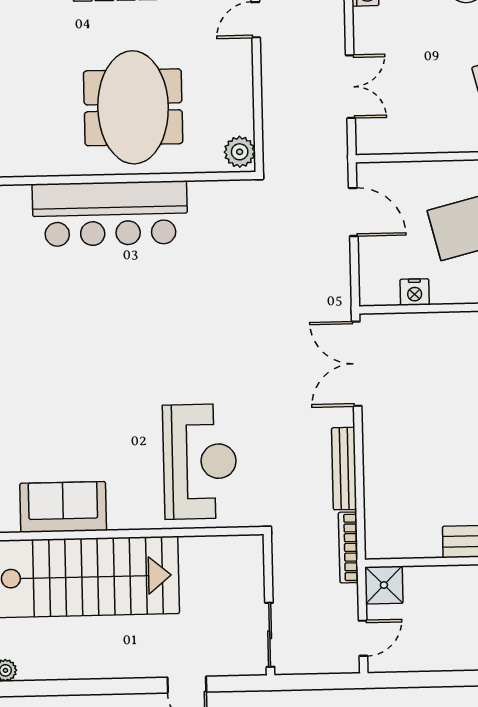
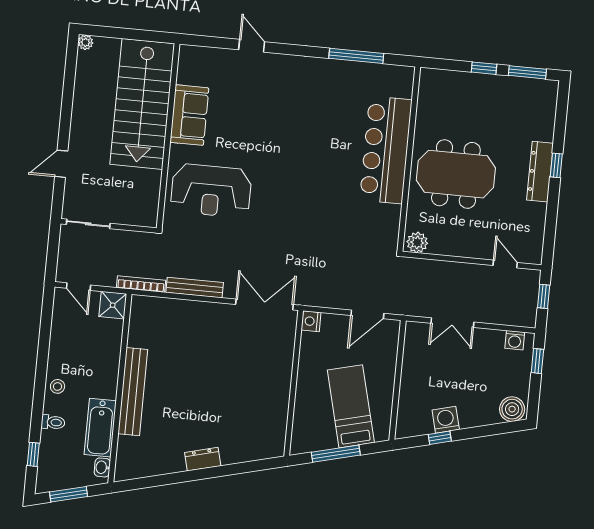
nightstand: (415, 292) -> (311, 321), moved
sofa: (63, 507) -> (189, 115), moved

